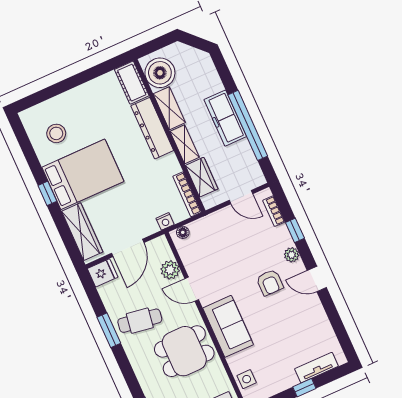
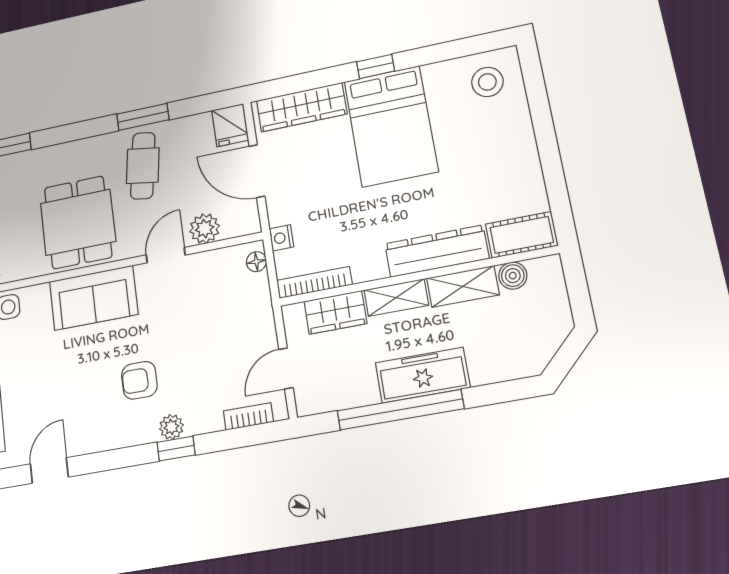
boiler: (160, 73) -> (513, 276), width x0.54, depth x0.54
stool: (56, 133) -> (487, 82), moved
window: (295, 230) -> (176, 448), moved
door: (317, 279) -> (49, 470), moved

